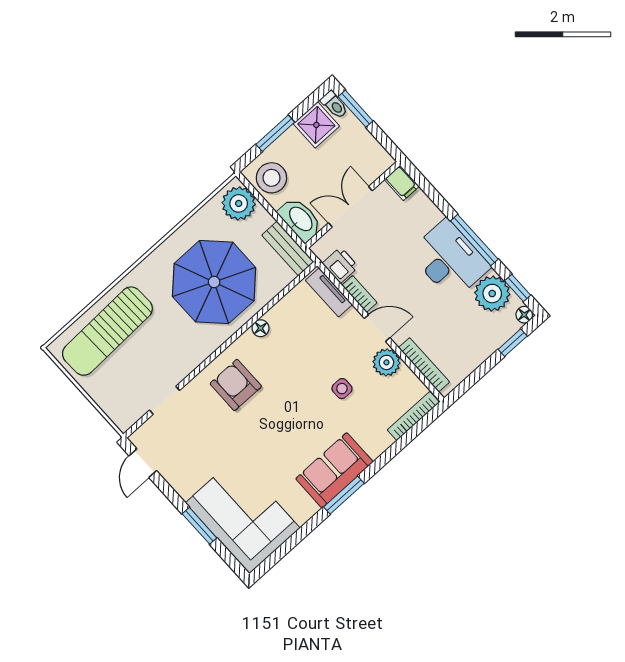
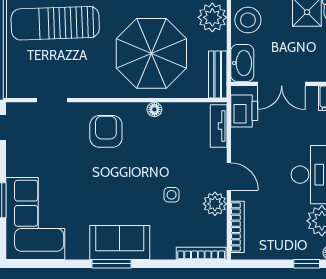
double door: (350, 207) -> (282, 84), swing flipped
printer: (340, 265) -> (244, 111), width x1.36, depth x1.24
bookcase: (359, 294) -> (237, 145), removed

